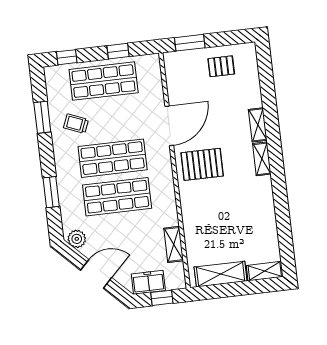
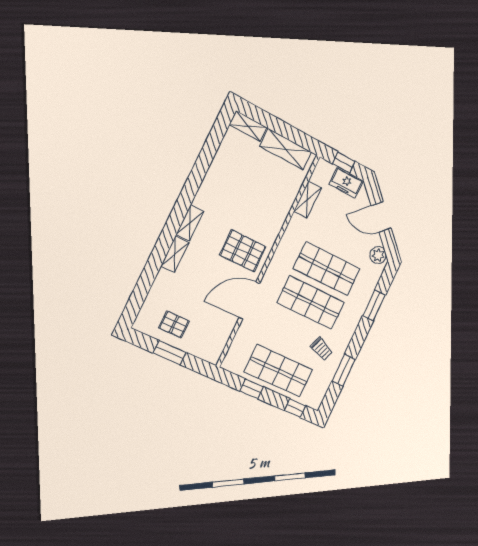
window: (190, 43) -> (170, 353), moved

